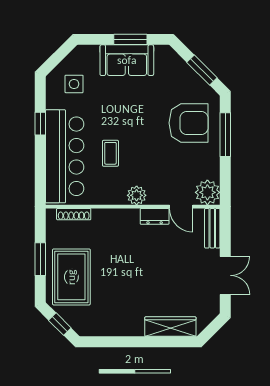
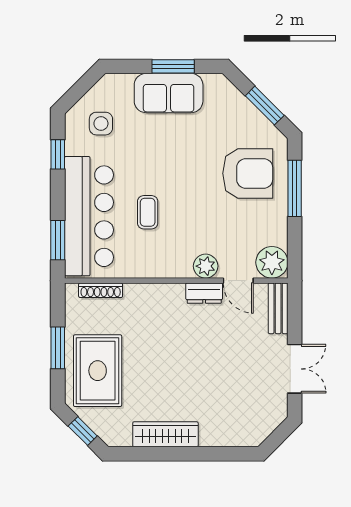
window: (40, 124) -> (58, 154), moved
window: (40, 175) -> (58, 240), added
plant: (137, 195) -> (206, 266), moved
wardrobe: (170, 327) -> (165, 434), moved

